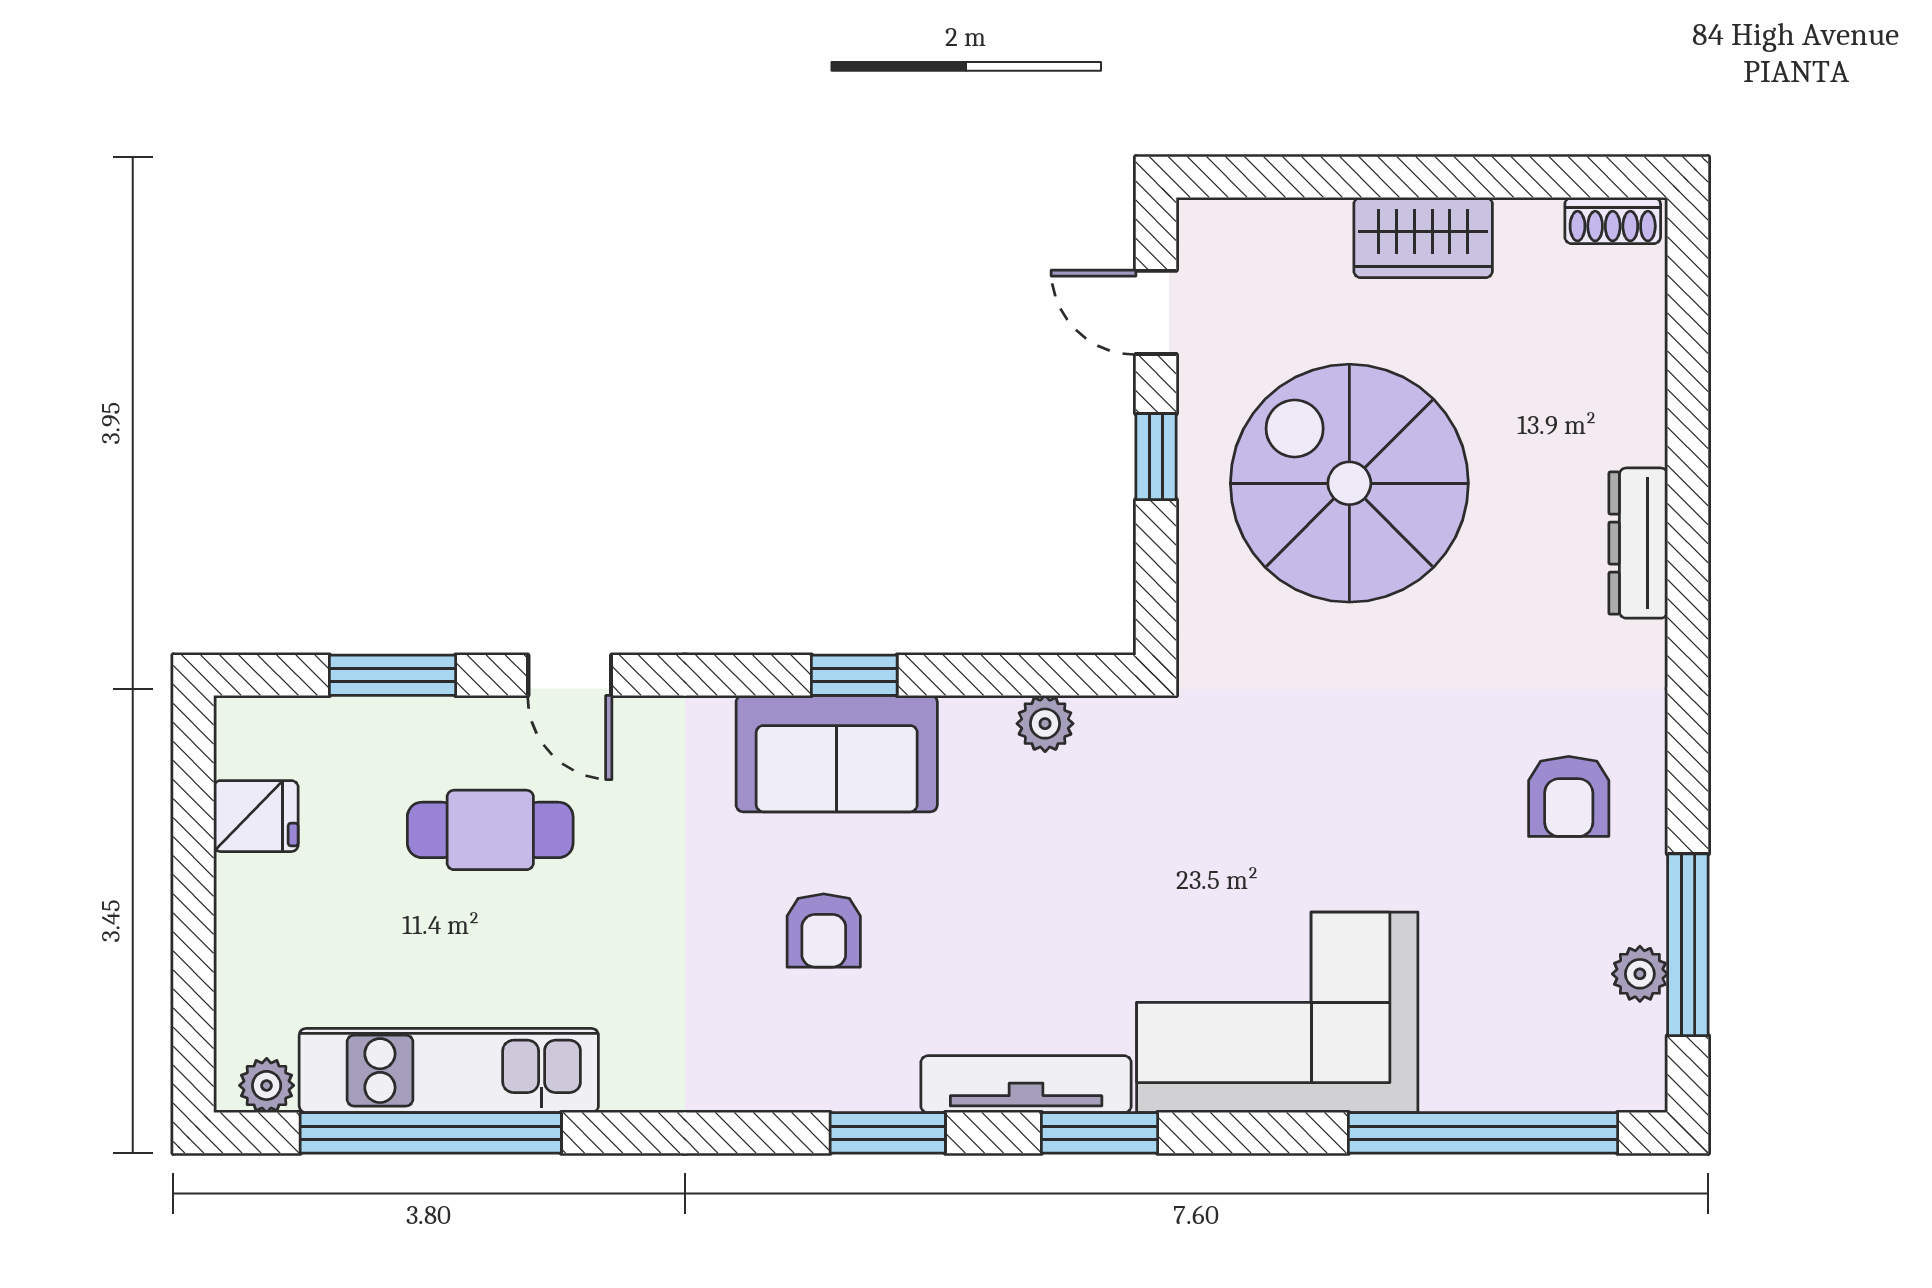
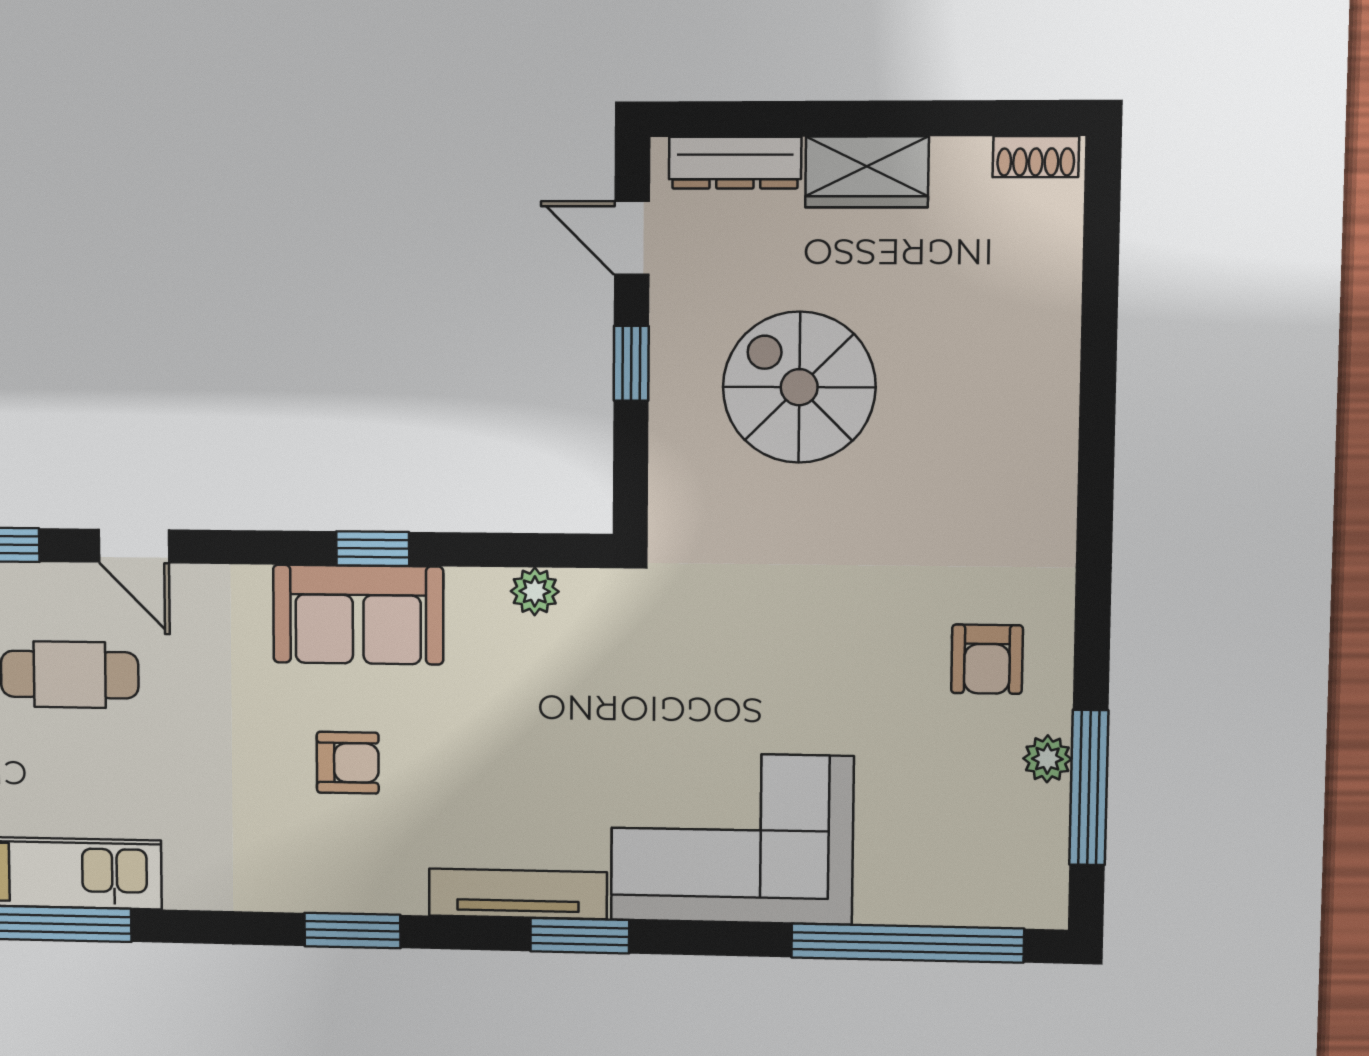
spiral stairs: (1349, 483) -> (799, 387), width x0.73, depth x0.73
dresser: (1638, 543) -> (735, 163), moved, turned -90
armchair: (824, 931) -> (348, 763), turned -90
plant: (1640, 974) -> (1047, 759), moved
window: (888, 1133) -> (352, 931), moved

